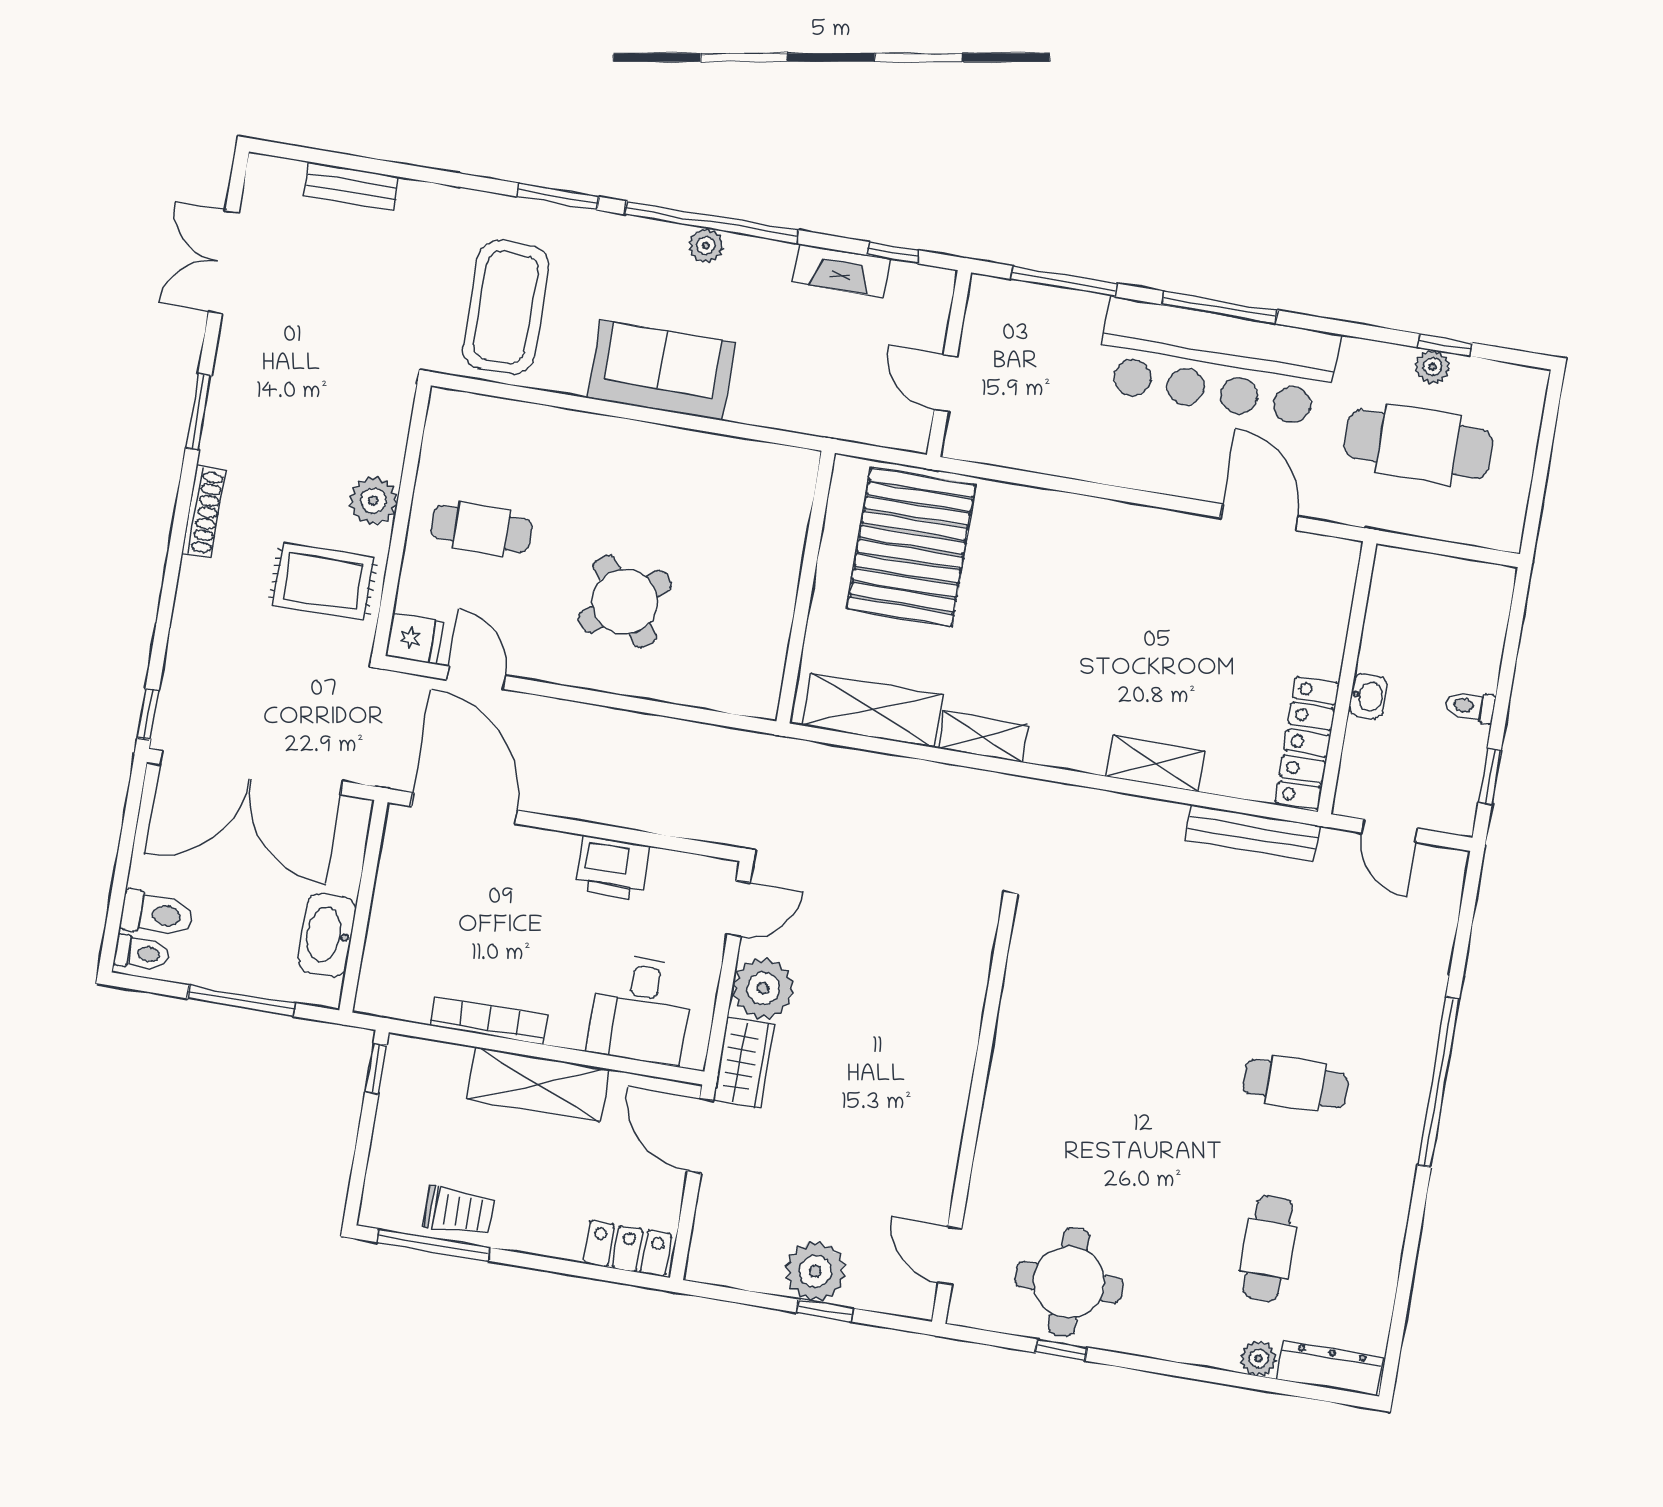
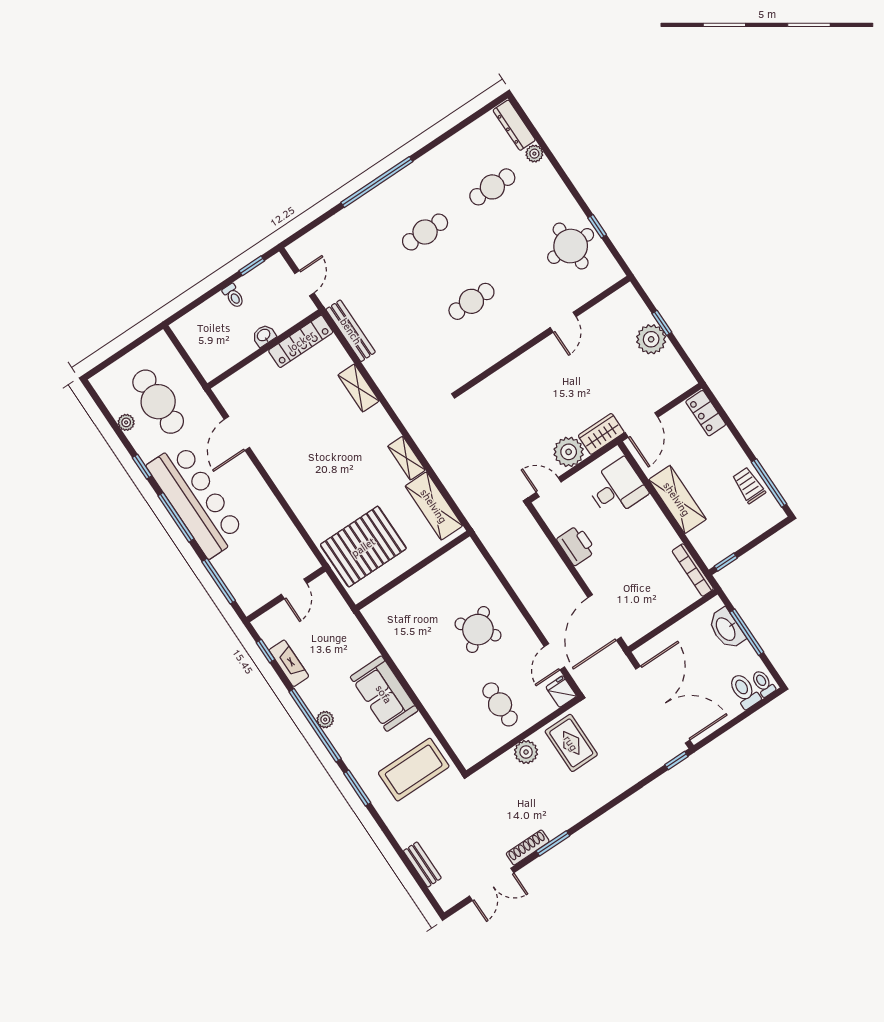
window: (1445, 345) -> (142, 467), moved
shoe rack: (204, 512) -> (528, 847), moved
washbasin: (327, 935) -> (726, 629), moved, turned 90
bookcase: (489, 1021) -> (693, 570), moved
cafe table: (1126, 1055) -> (471, 301), added
cafe table: (1296, 1084) -> (425, 232), turned 90
door: (950, 1256) -> (563, 322), moved

